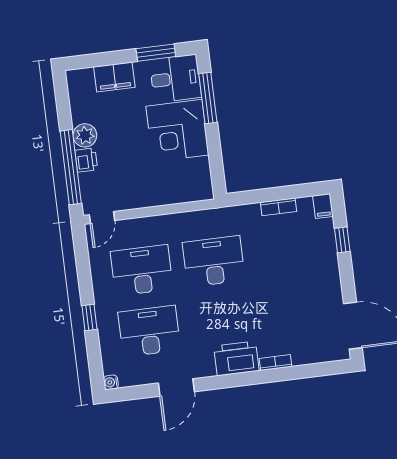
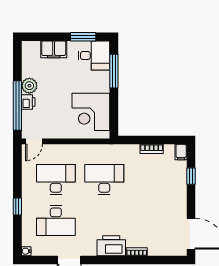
corner desk: (177, 131) -> (91, 112), moved
desk: (149, 331) -> (56, 221), turned 180

